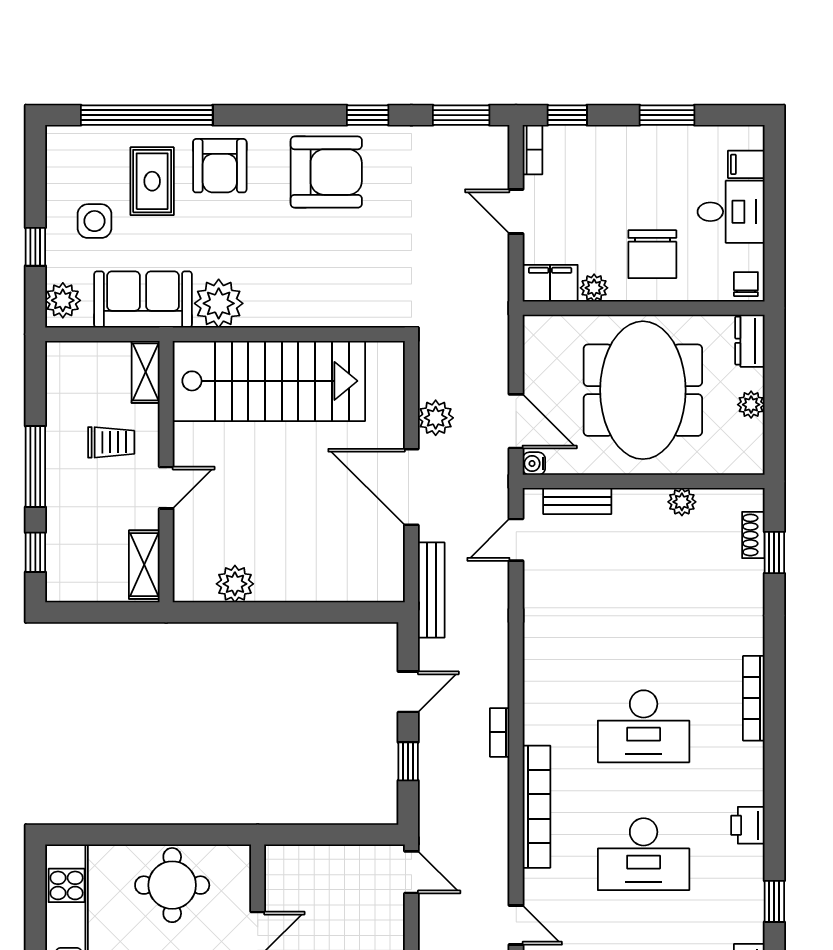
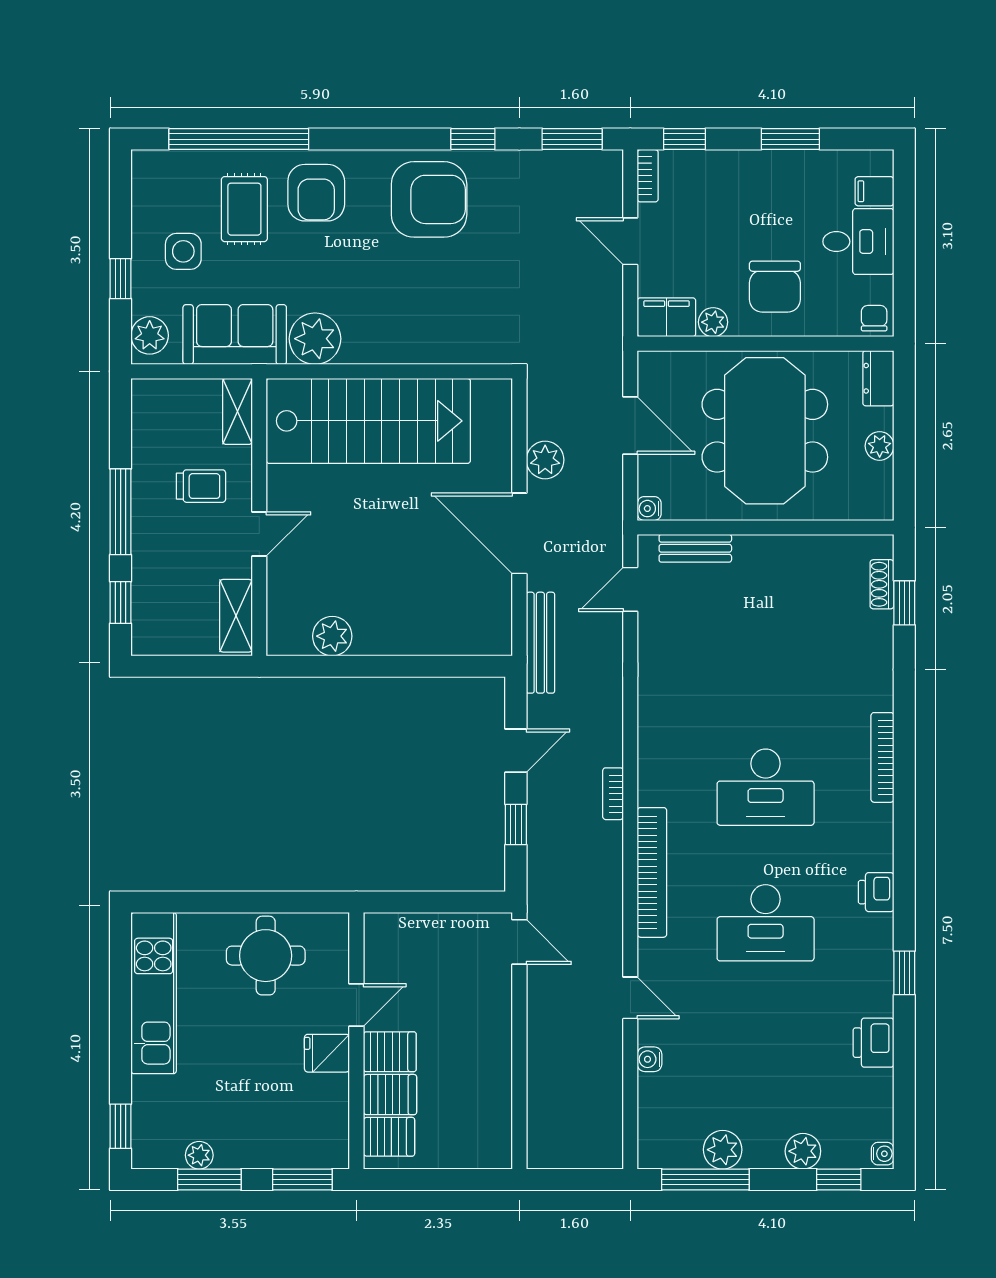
door: (516, 421) -> (630, 425), moved
plant: (682, 502) -> (806, 549), removed

